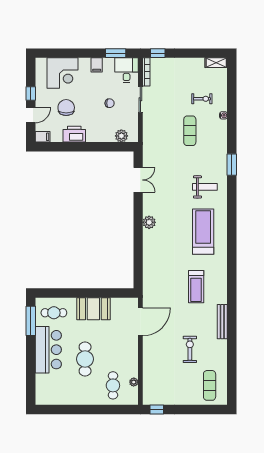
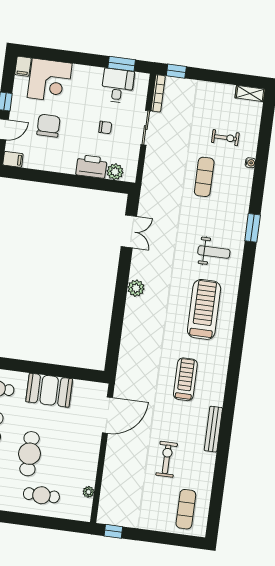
filing cabinet: (97, 65) -> (23, 66), moved
desk: (127, 70) -> (118, 86), moved
printer: (74, 134) -> (91, 166), moved
treadmill: (196, 287) -> (185, 379), turned 180
cafe table: (113, 385) -> (41, 495), moved, turned 90

